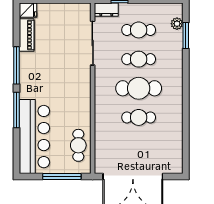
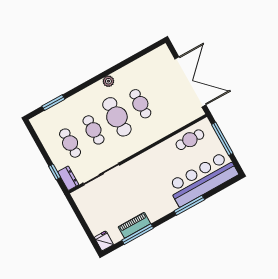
plant: (177, 24) -> (108, 81), moved
piano: (27, 35) -> (134, 225), moved
window: (16, 65) -> (138, 234), moved

